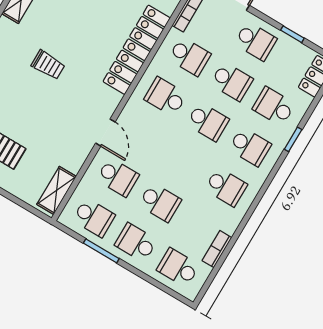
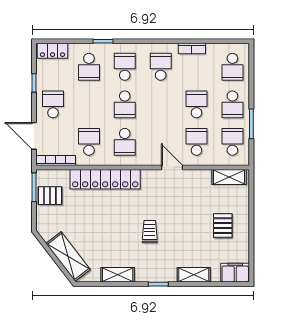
school desk: (232, 81) -> (89, 104), removed
school desk: (208, 122) -> (125, 104), turned 180
door: (105, 133) -> (172, 167), hinge flipped
bookcase: (217, 249) -> (192, 49), moved

